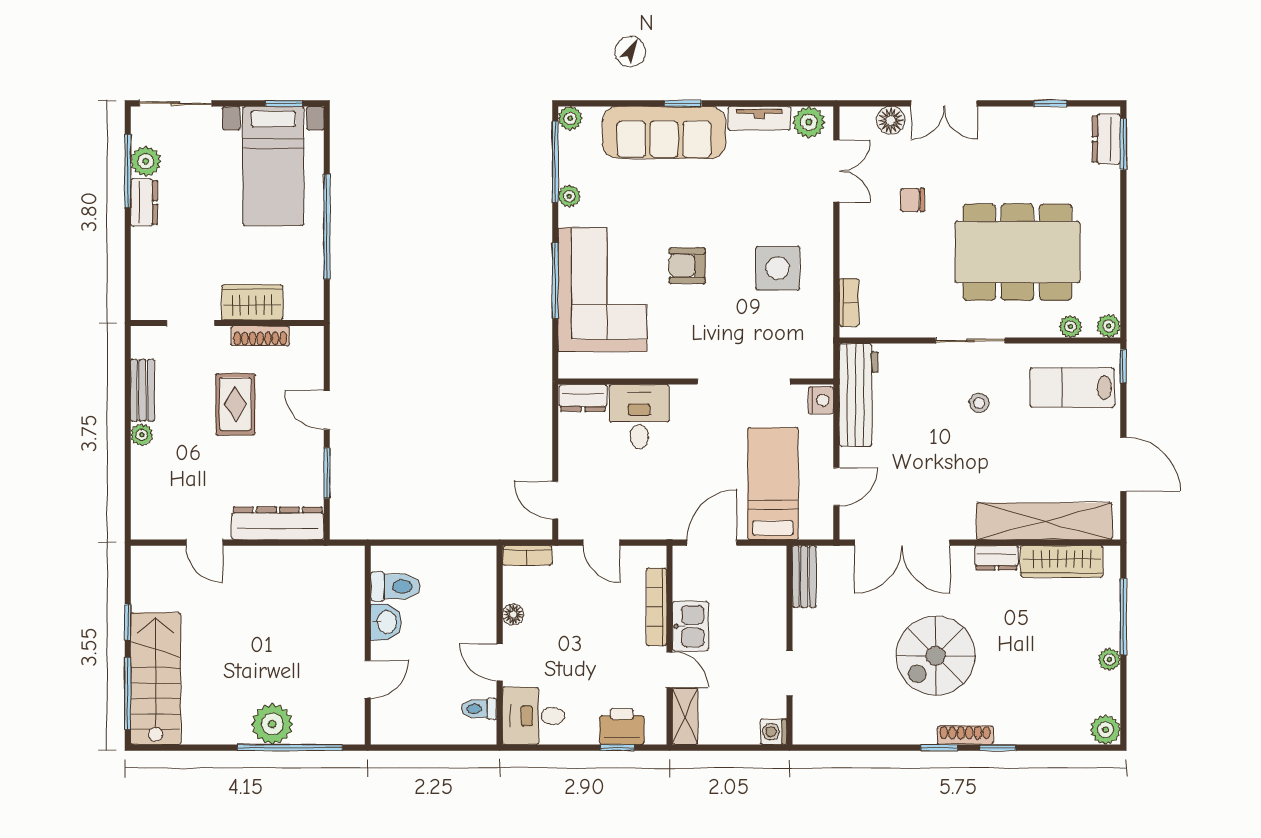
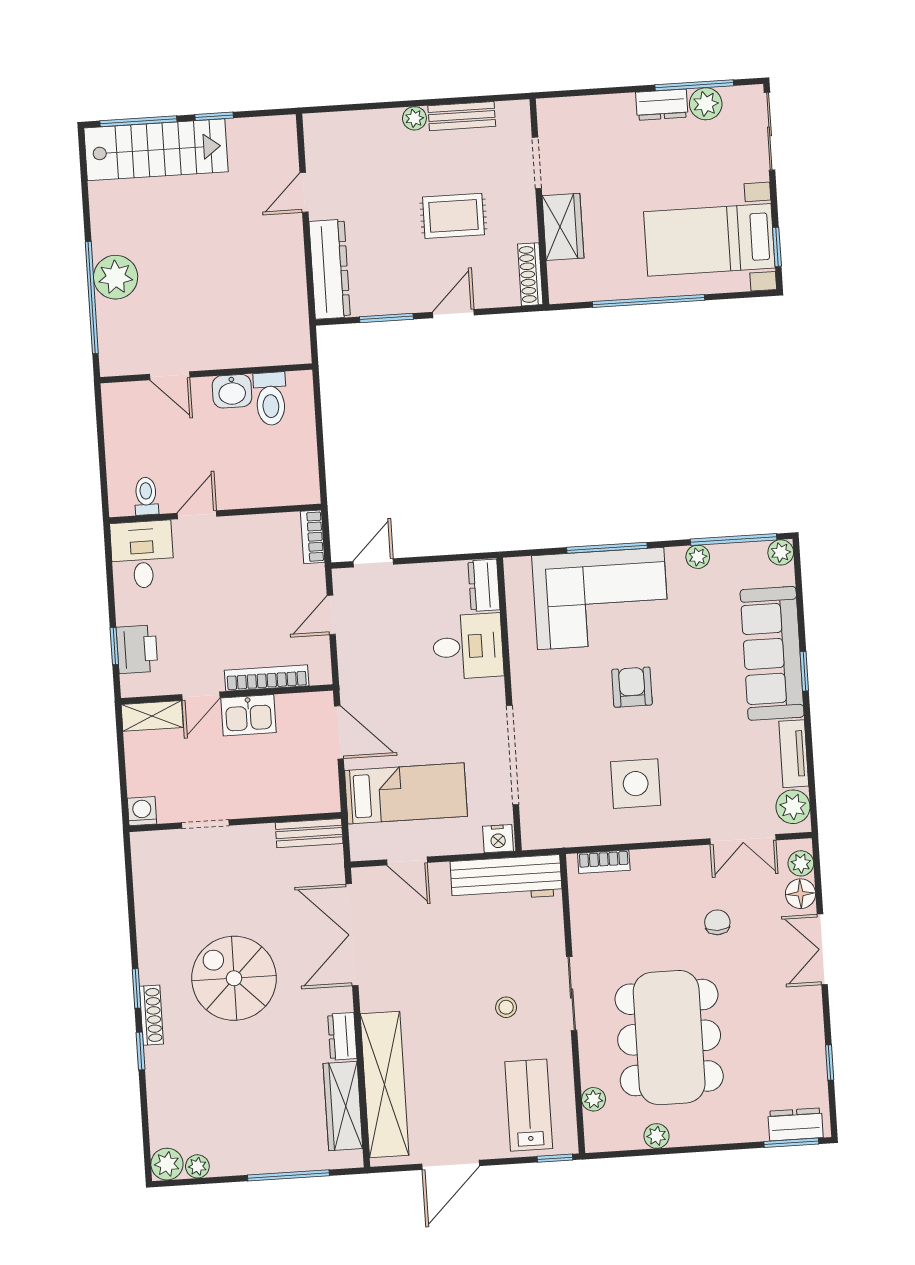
plant: (862, 118) -> (801, 863), added
plant: (1109, 326) -> (656, 1136), moved
shoe rack: (260, 336) -> (530, 274), moved
floor lamp: (513, 614) -> (249, 526), removed
plant: (1109, 659) -> (197, 1166), moved

